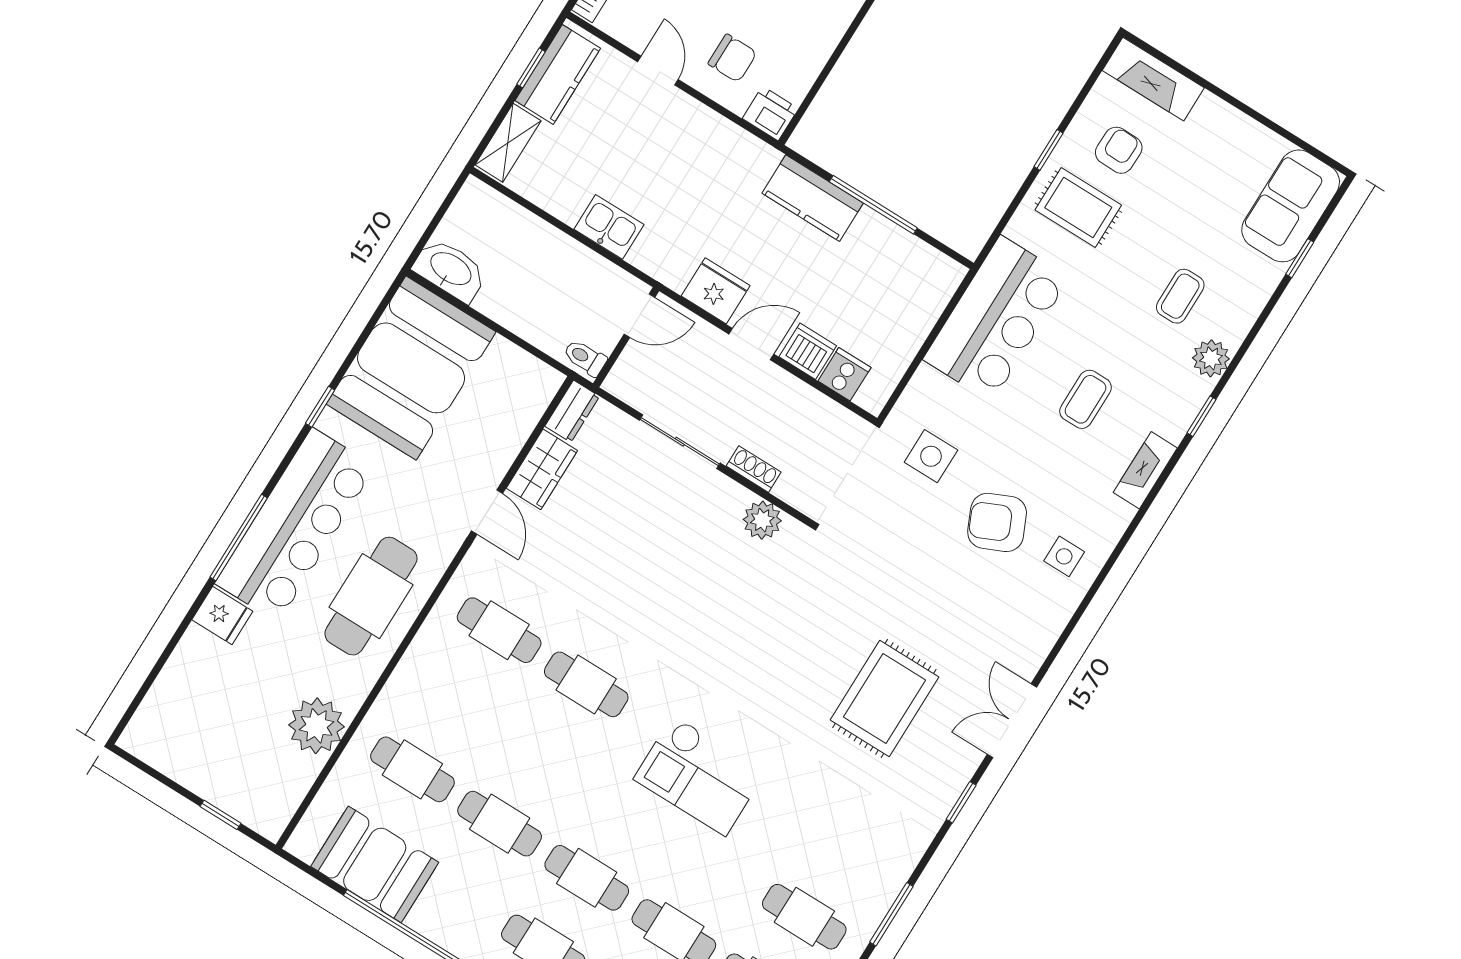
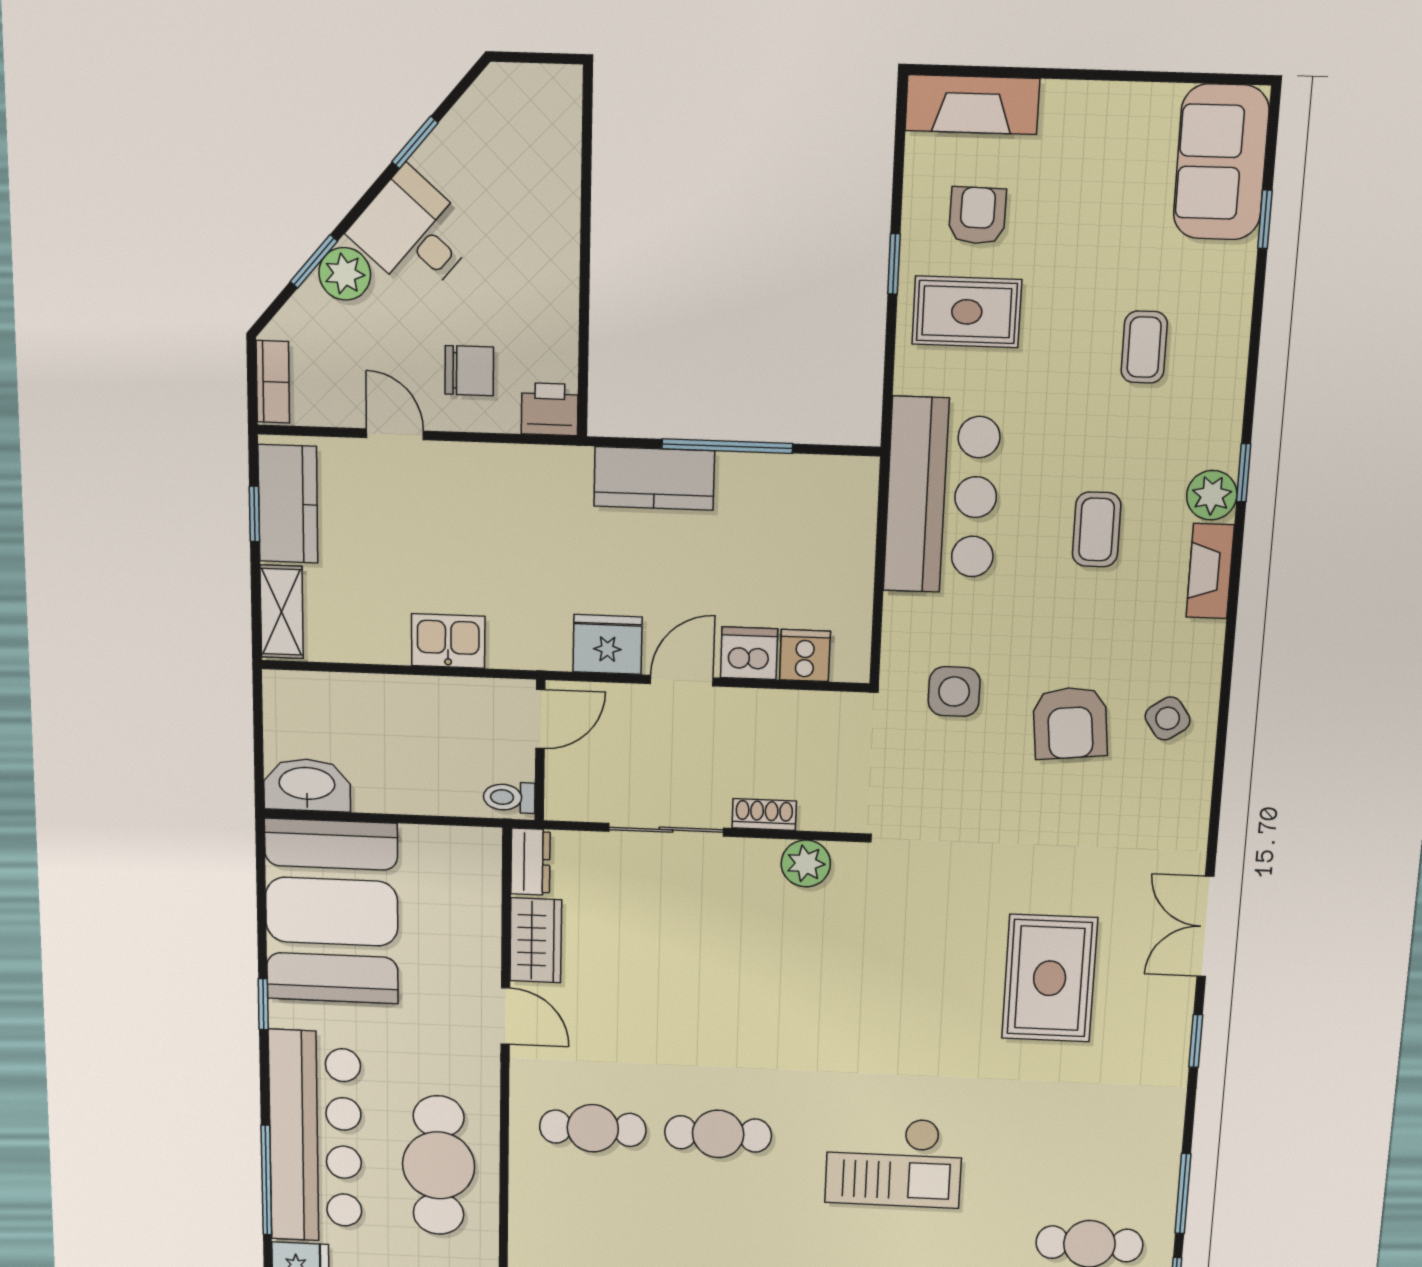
plant: (1211, 358) -> (1212, 495), moved
armchair: (997, 522) -> (1070, 723), turned -72
side table: (1064, 556) -> (1168, 718), turned -35

